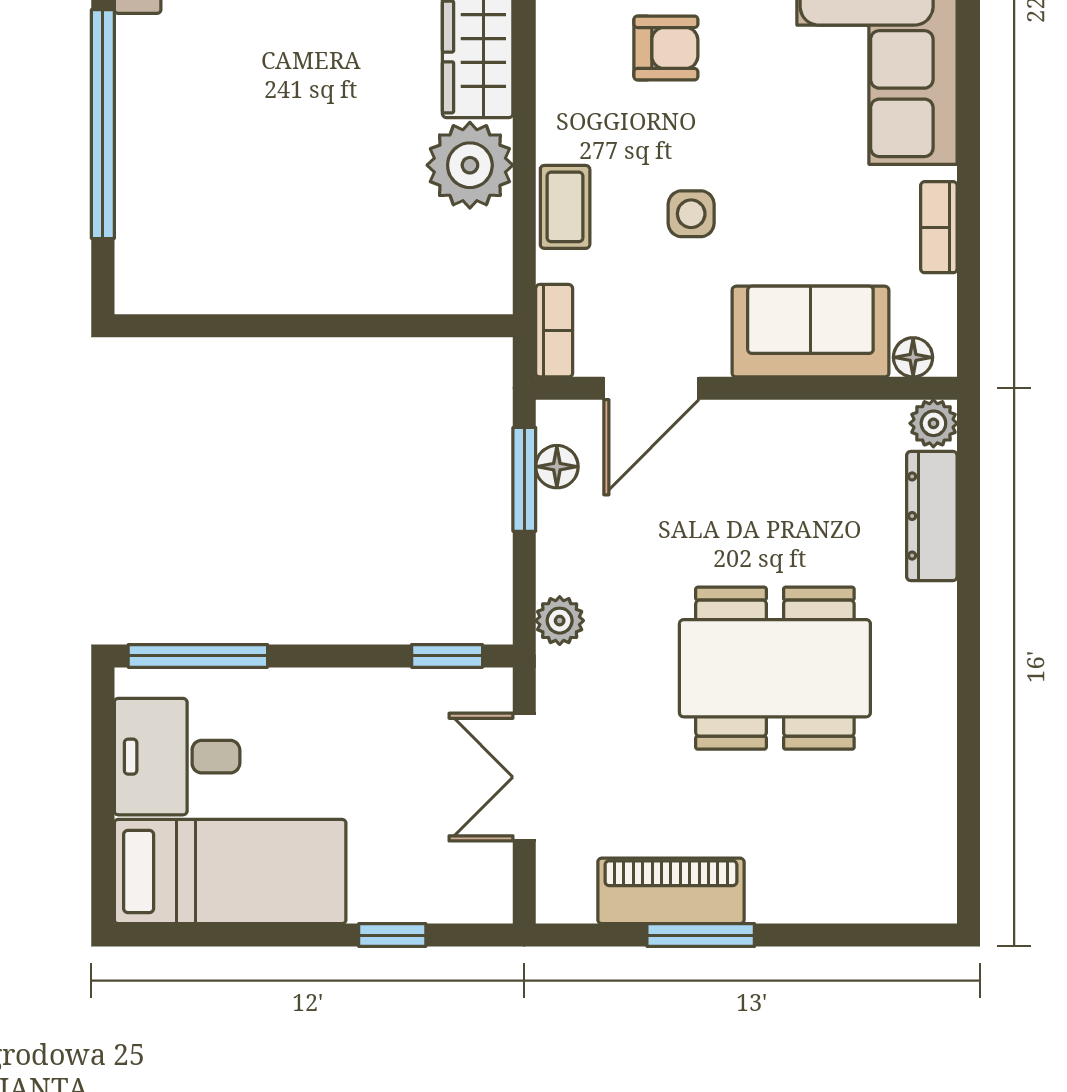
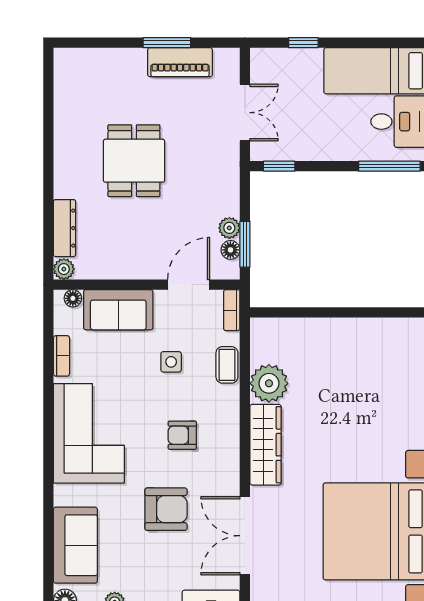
plant: (560, 621) -> (229, 228), moved
dining table: (775, 668) -> (134, 161), width x0.73

